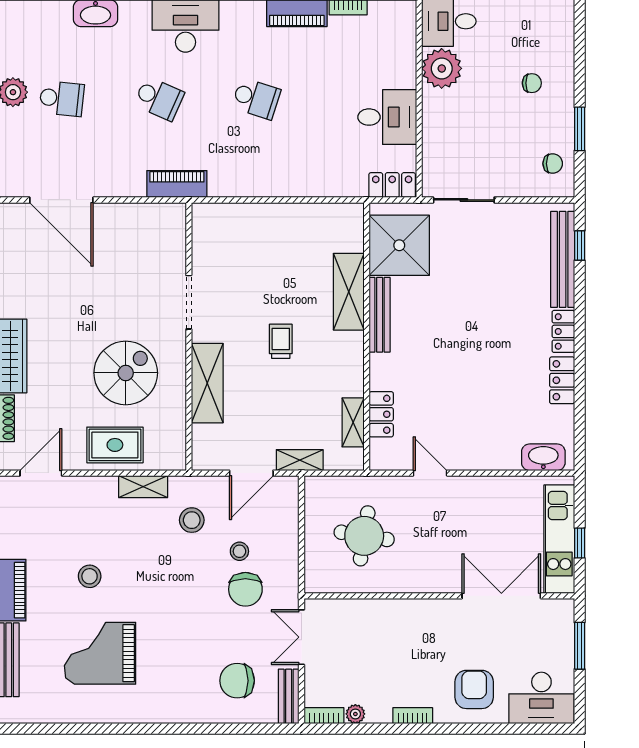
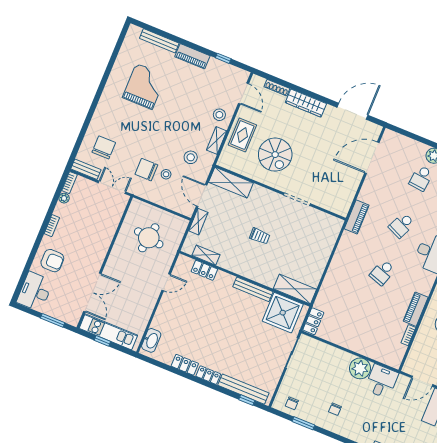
desk: (387, 117) -> (347, 332), removed
shelving: (349, 292) -> (295, 289), moved
shelving: (207, 383) -> (231, 183), moved
stool: (90, 576) -> (219, 115), moved

